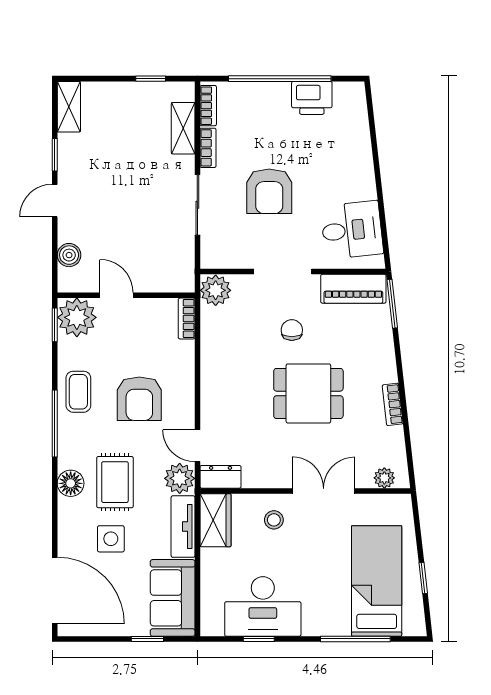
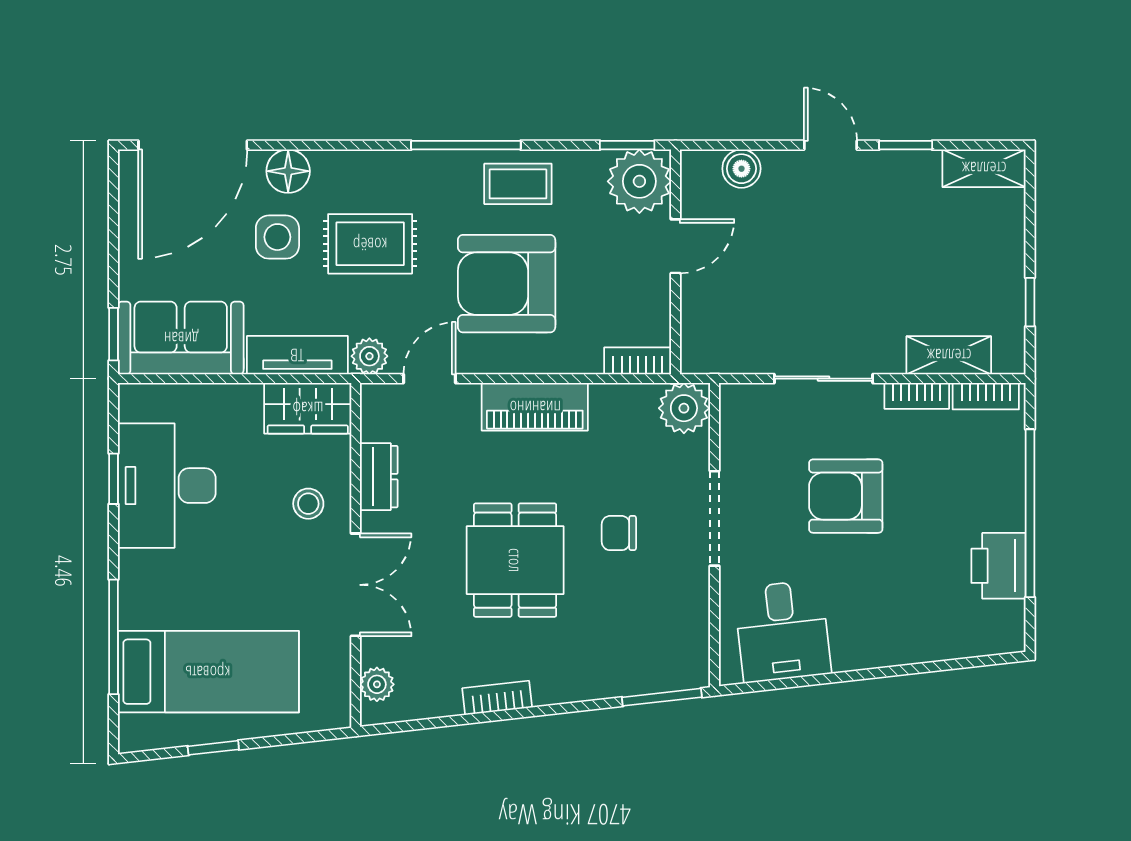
piano: (353, 289) -> (535, 407), moved, turned -90
chair: (292, 330) -> (619, 533), turned 180
armchair: (139, 399) -> (507, 284), width x1.36, depth x1.36
dresser: (221, 477) -> (379, 477), moved
plant: (180, 478) -> (369, 356), width x0.73, depth x0.73
floor lamp: (71, 483) -> (288, 171), moved
window: (147, 639) -> (114, 334), moved

